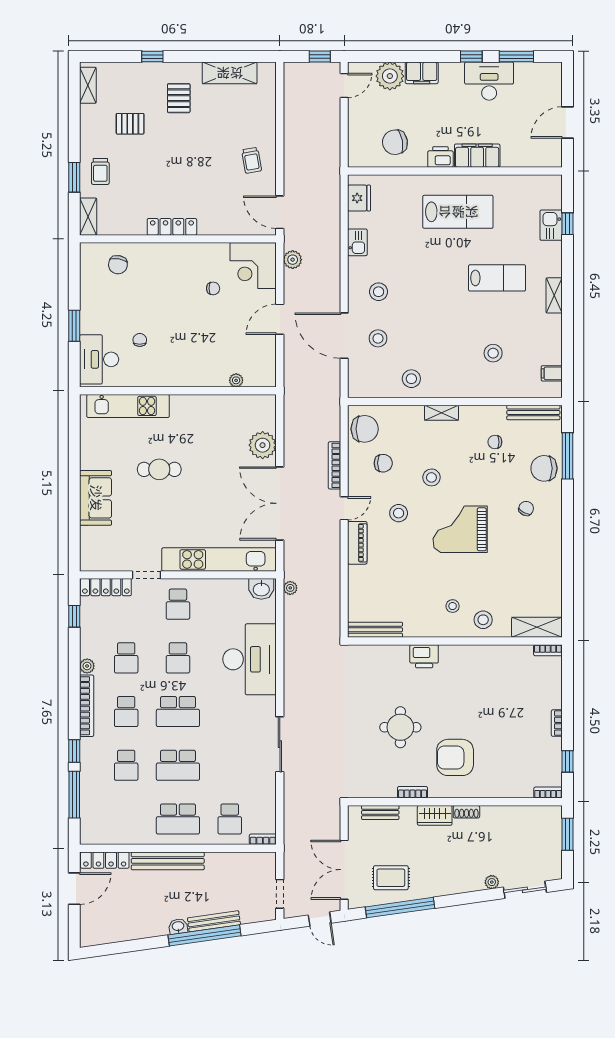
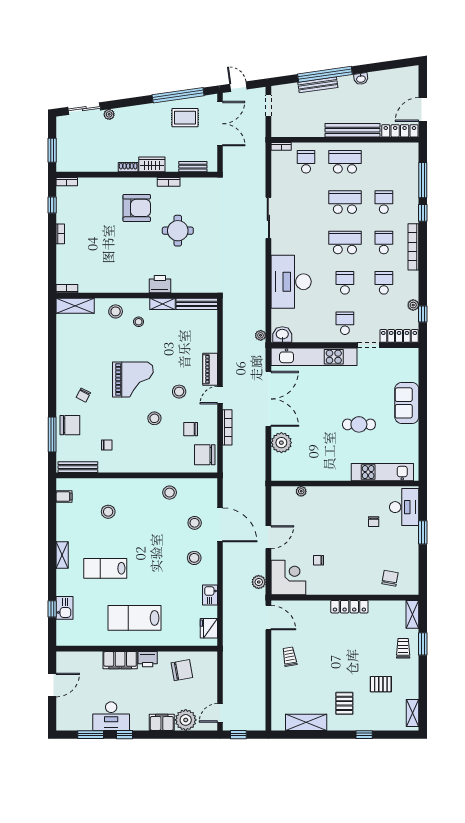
shelving: (441, 413) -> (162, 304), moved
plant: (87, 666) -> (413, 305), moved
washbasin: (178, 926) -> (361, 79), moved

